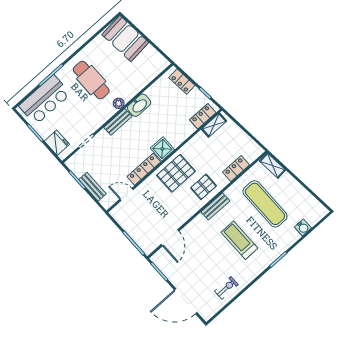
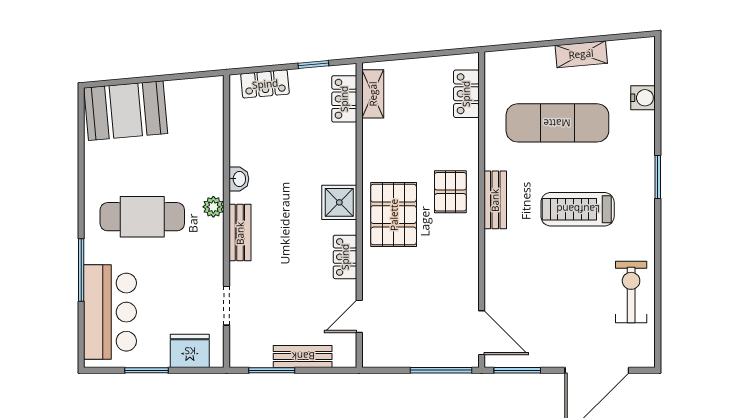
washbasin: (139, 105) -> (239, 179), width x0.52, depth x0.69
shelving: (273, 166) -> (581, 54), moved
locker: (144, 169) -> (345, 257), width x0.66
locker: (236, 169) -> (466, 94), moved
door: (170, 238) -> (482, 333), moved
exercise bike: (226, 288) -> (631, 292), width x1.38, depth x1.39

